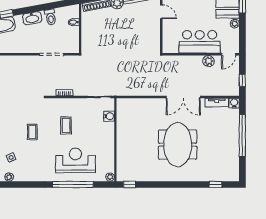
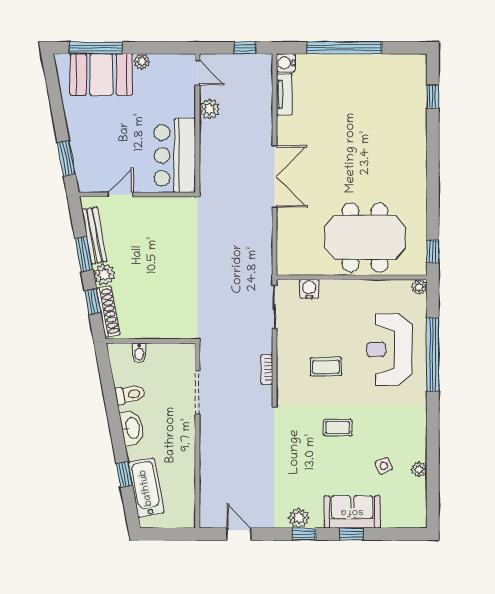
bar counter: (200, 42) -> (175, 155), moved
double door: (183, 97) -> (275, 176), moved
meeting table: (178, 145) -> (365, 237), moved

